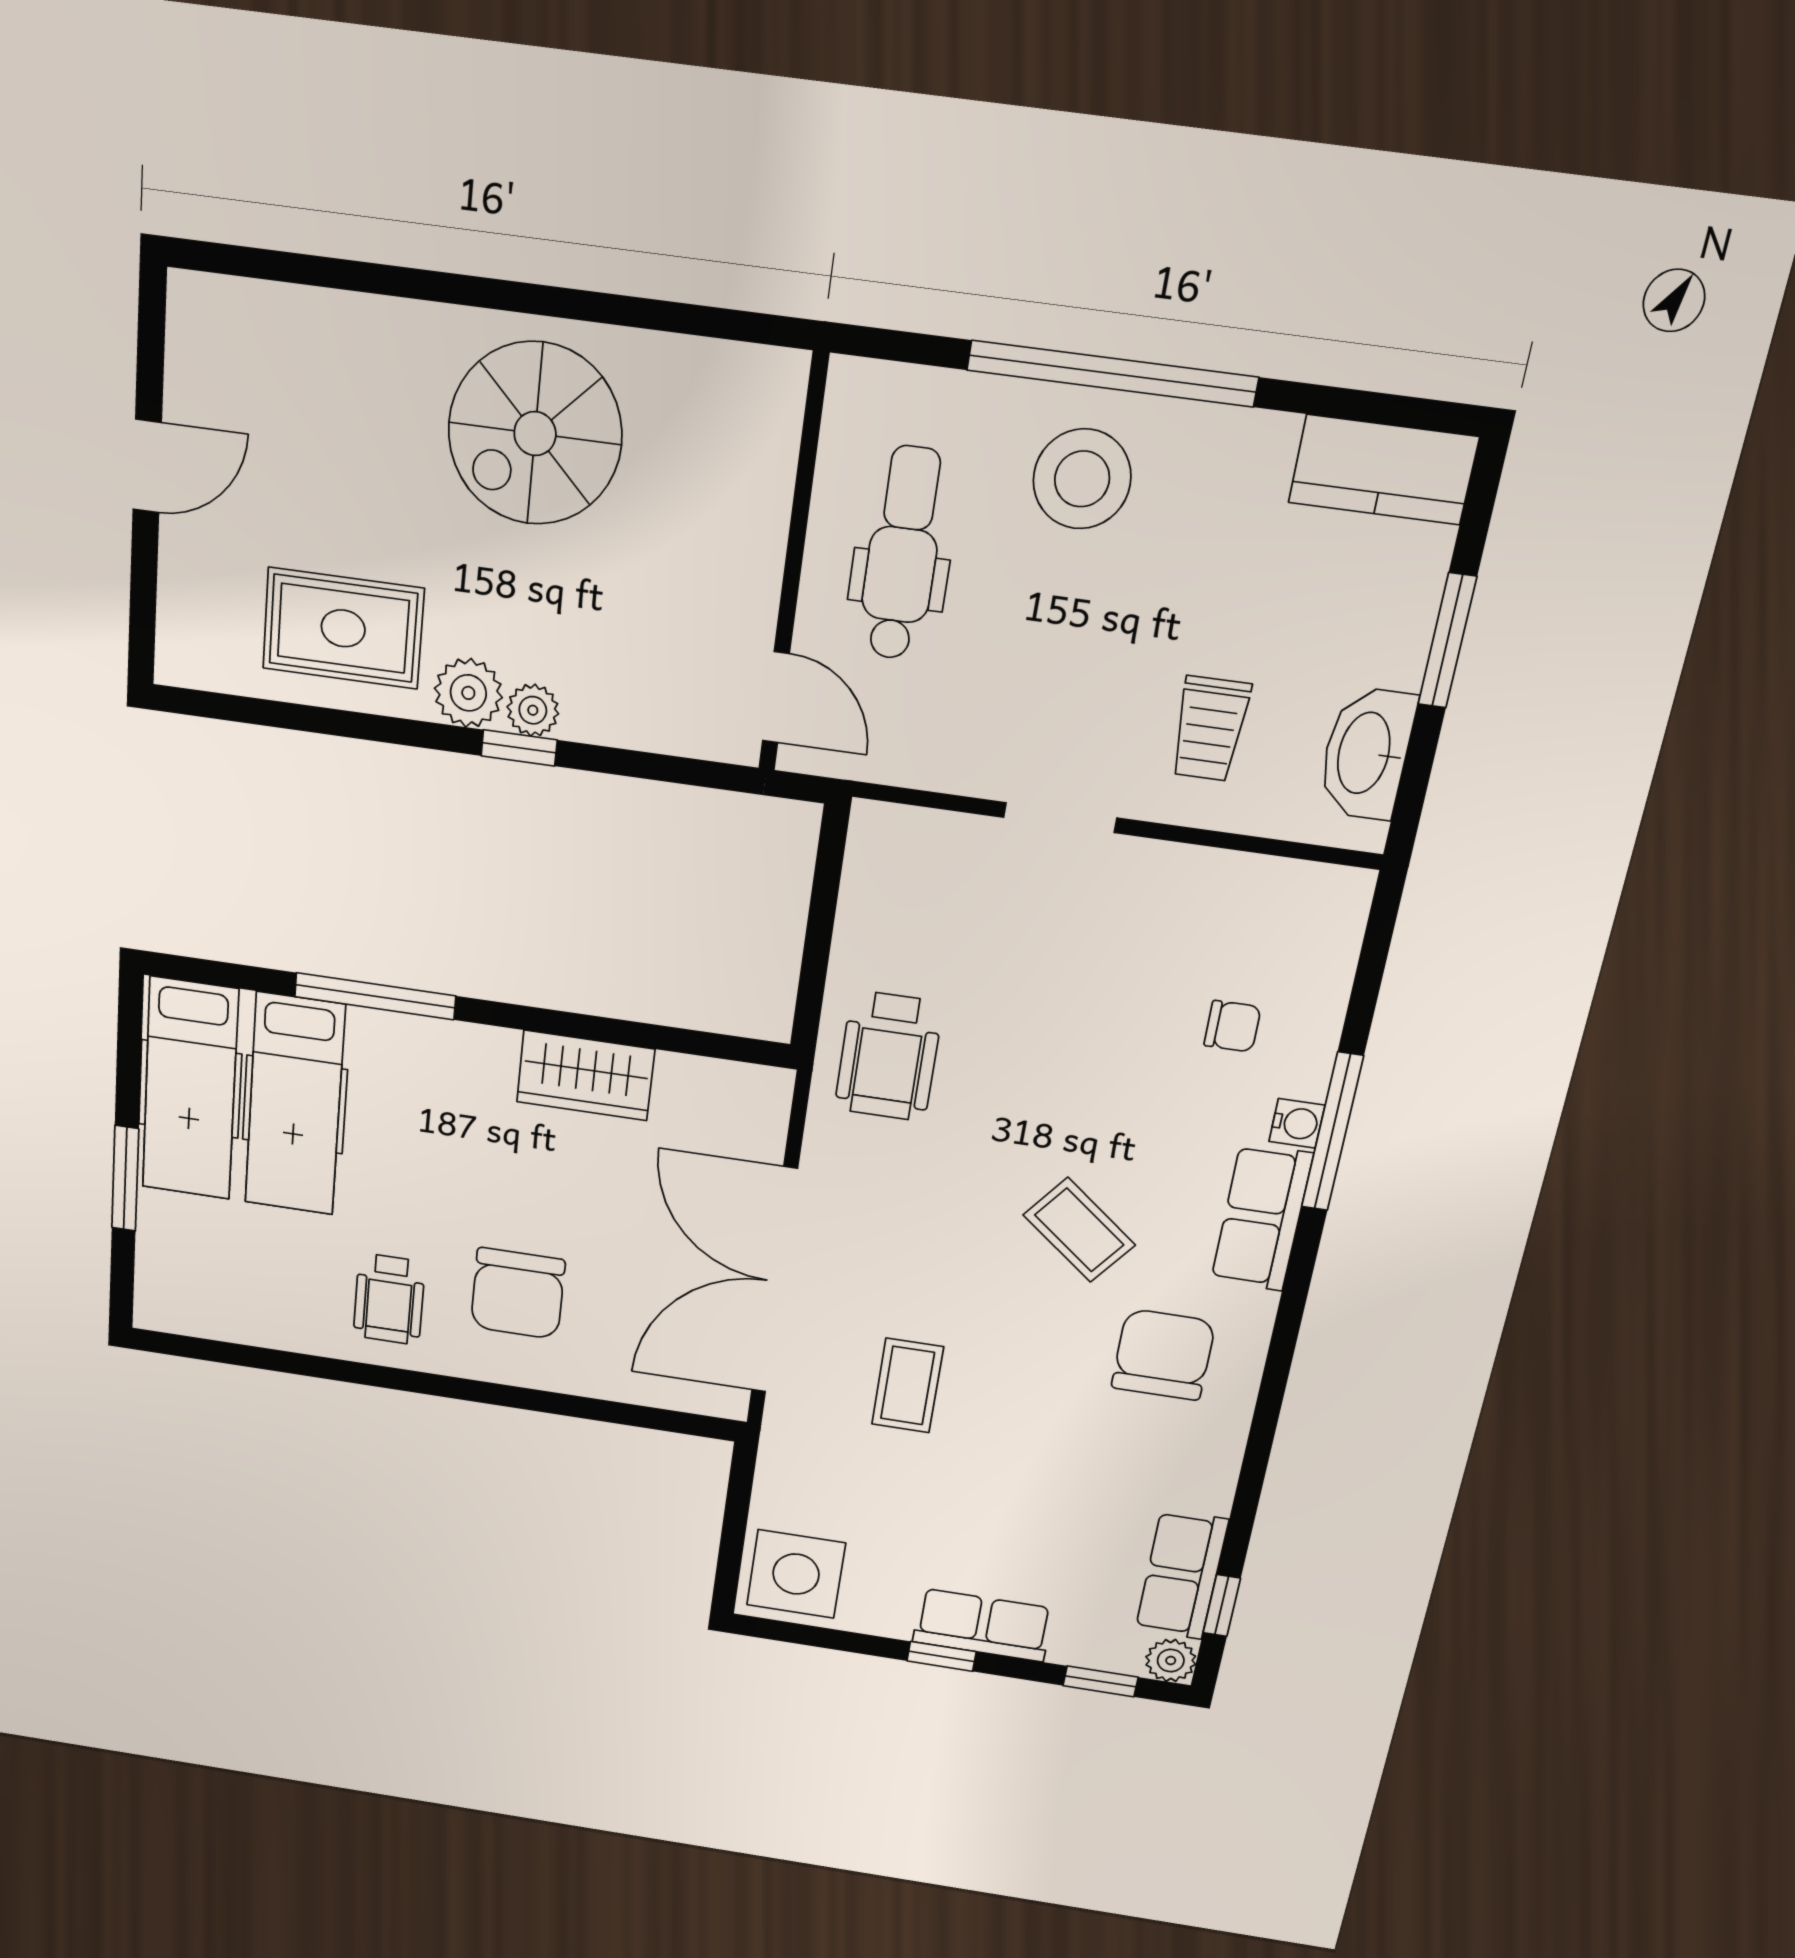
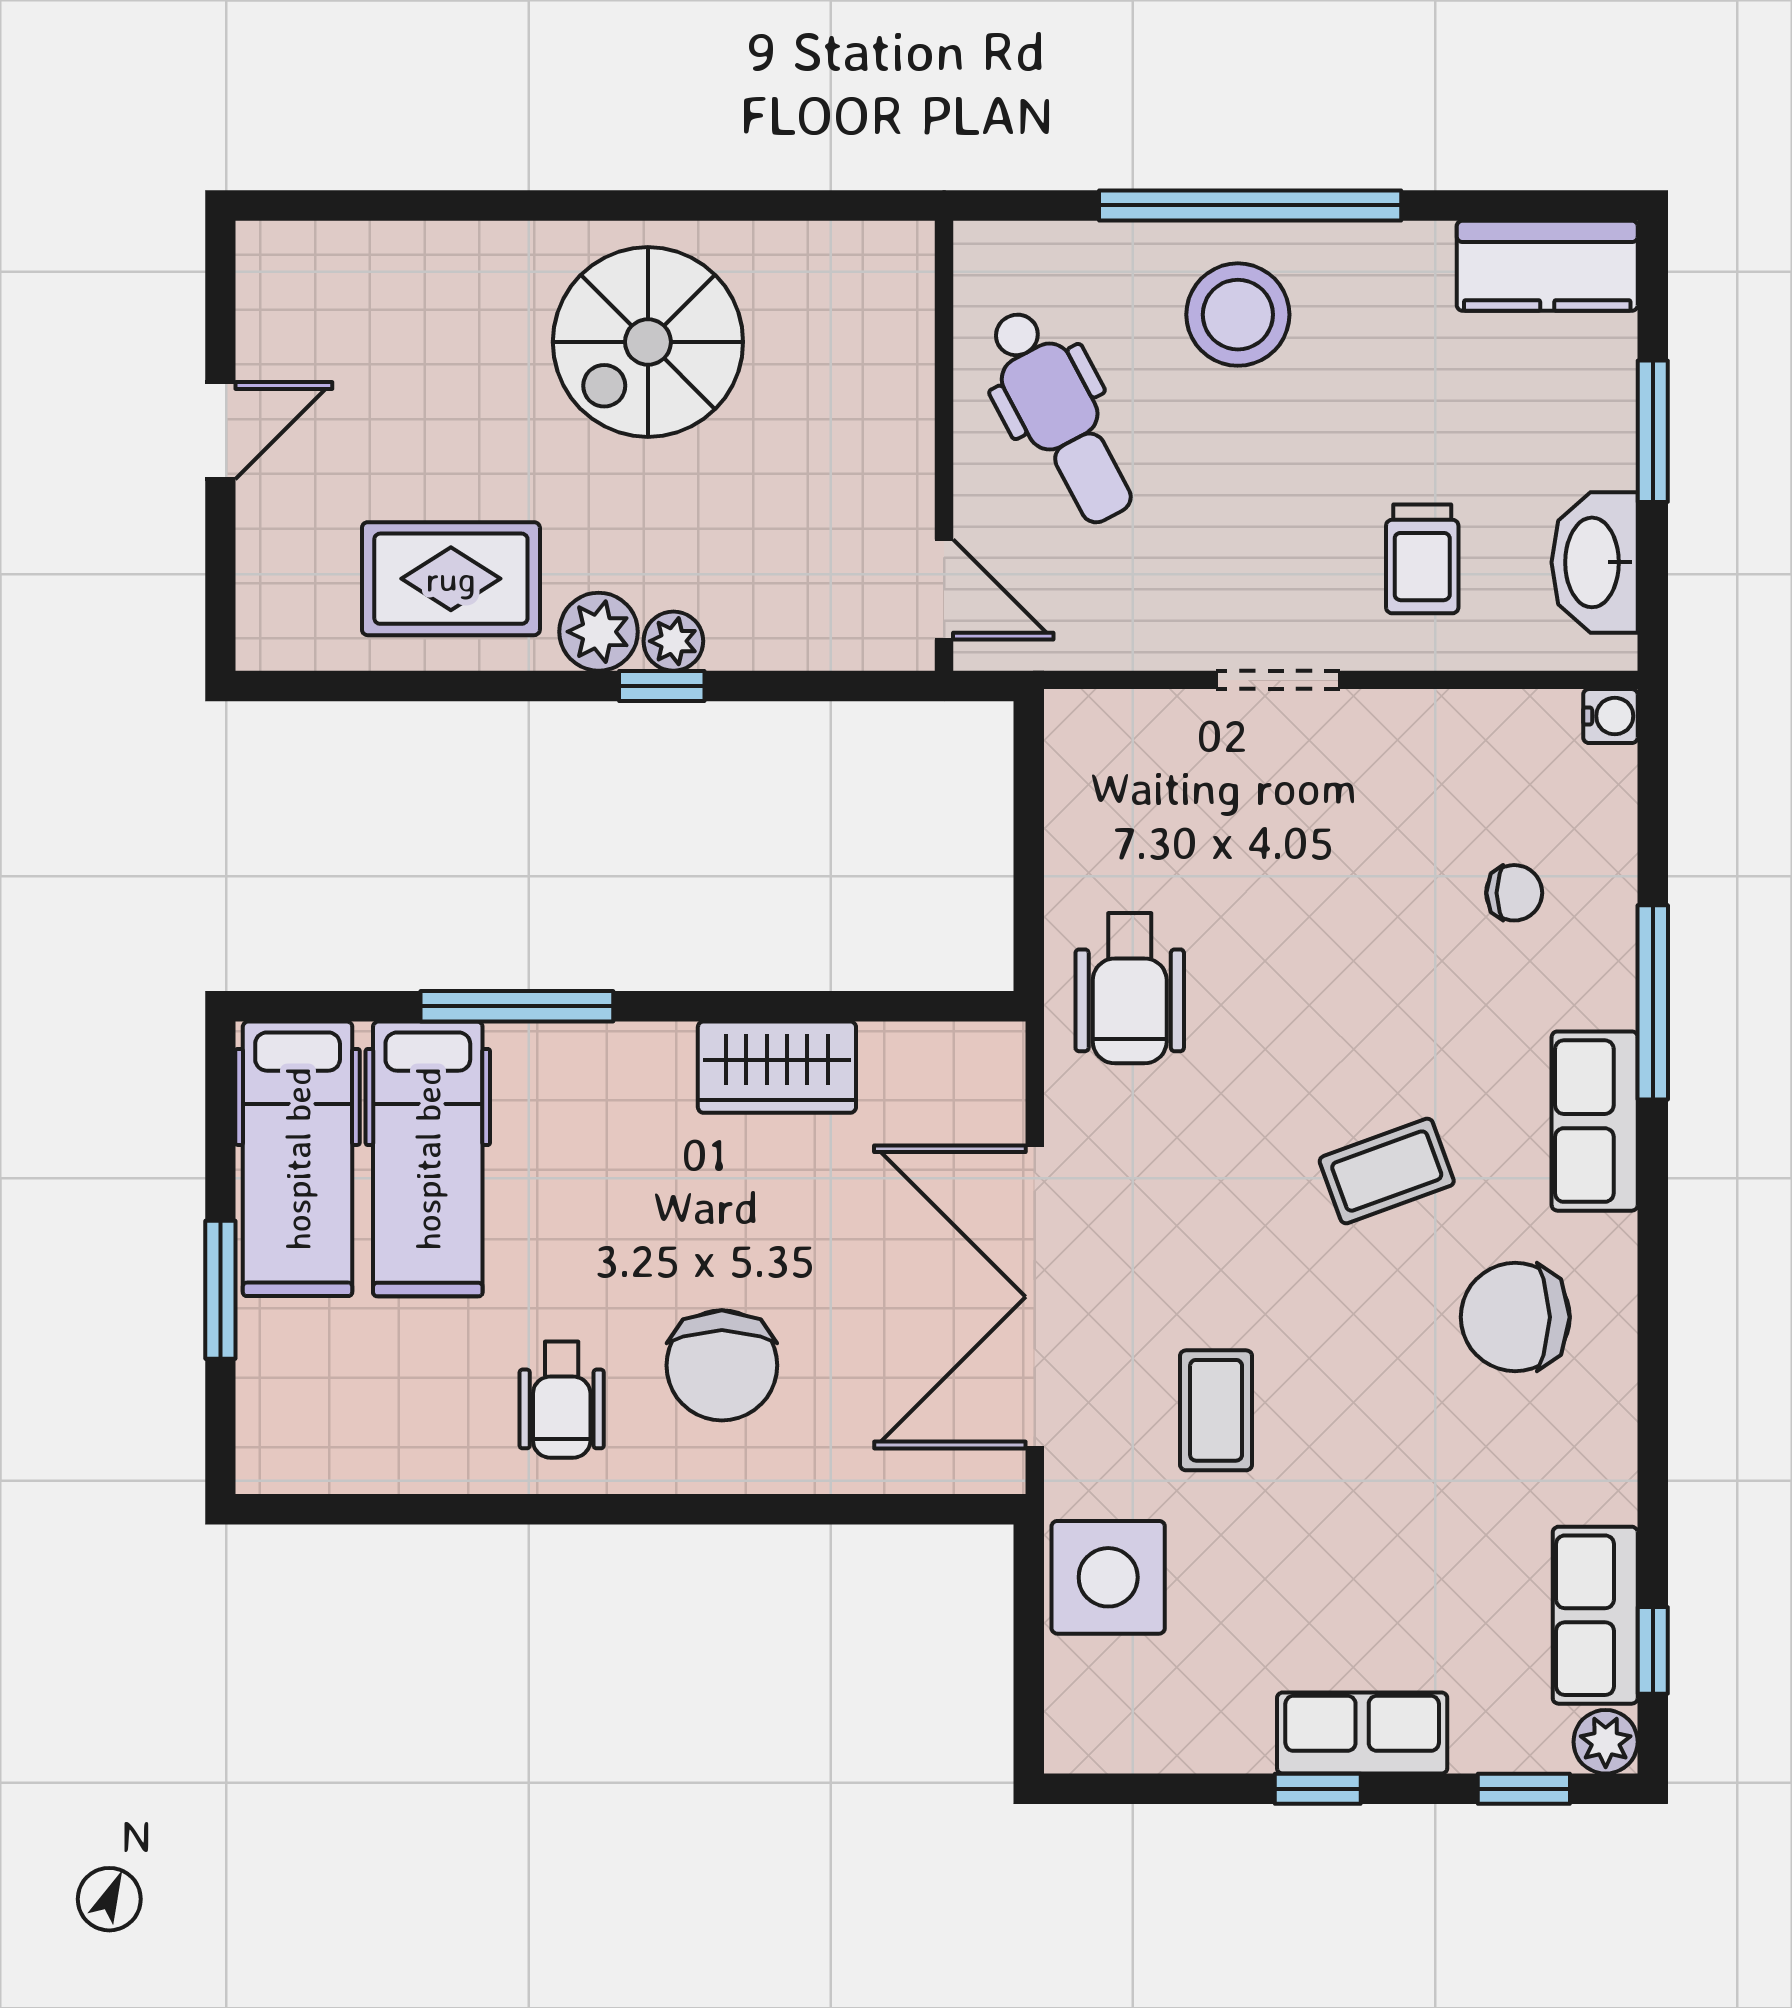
dental chair: (902, 554) -> (1060, 416), turned 152
water cooler: (1297, 1123) -> (1610, 716), moved
coffee table: (1079, 1230) -> (1387, 1171), turned -58
chair: (1163, 1355) -> (1515, 1317), turned -90
side table: (796, 1574) -> (1108, 1577), moved

